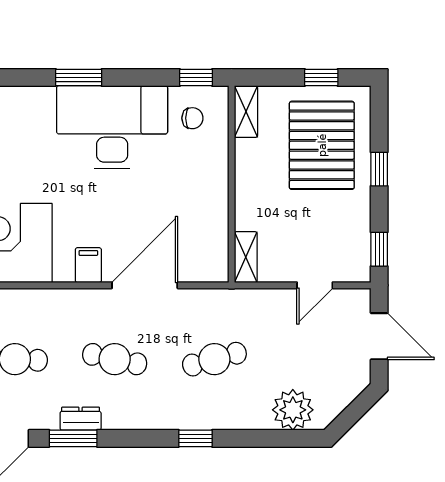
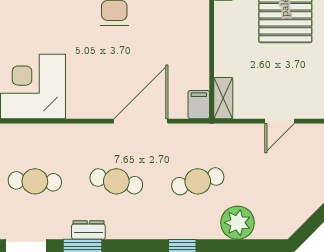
filing cabinet: (88, 265) -> (199, 105), moved
plant: (293, 410) -> (238, 223), moved

